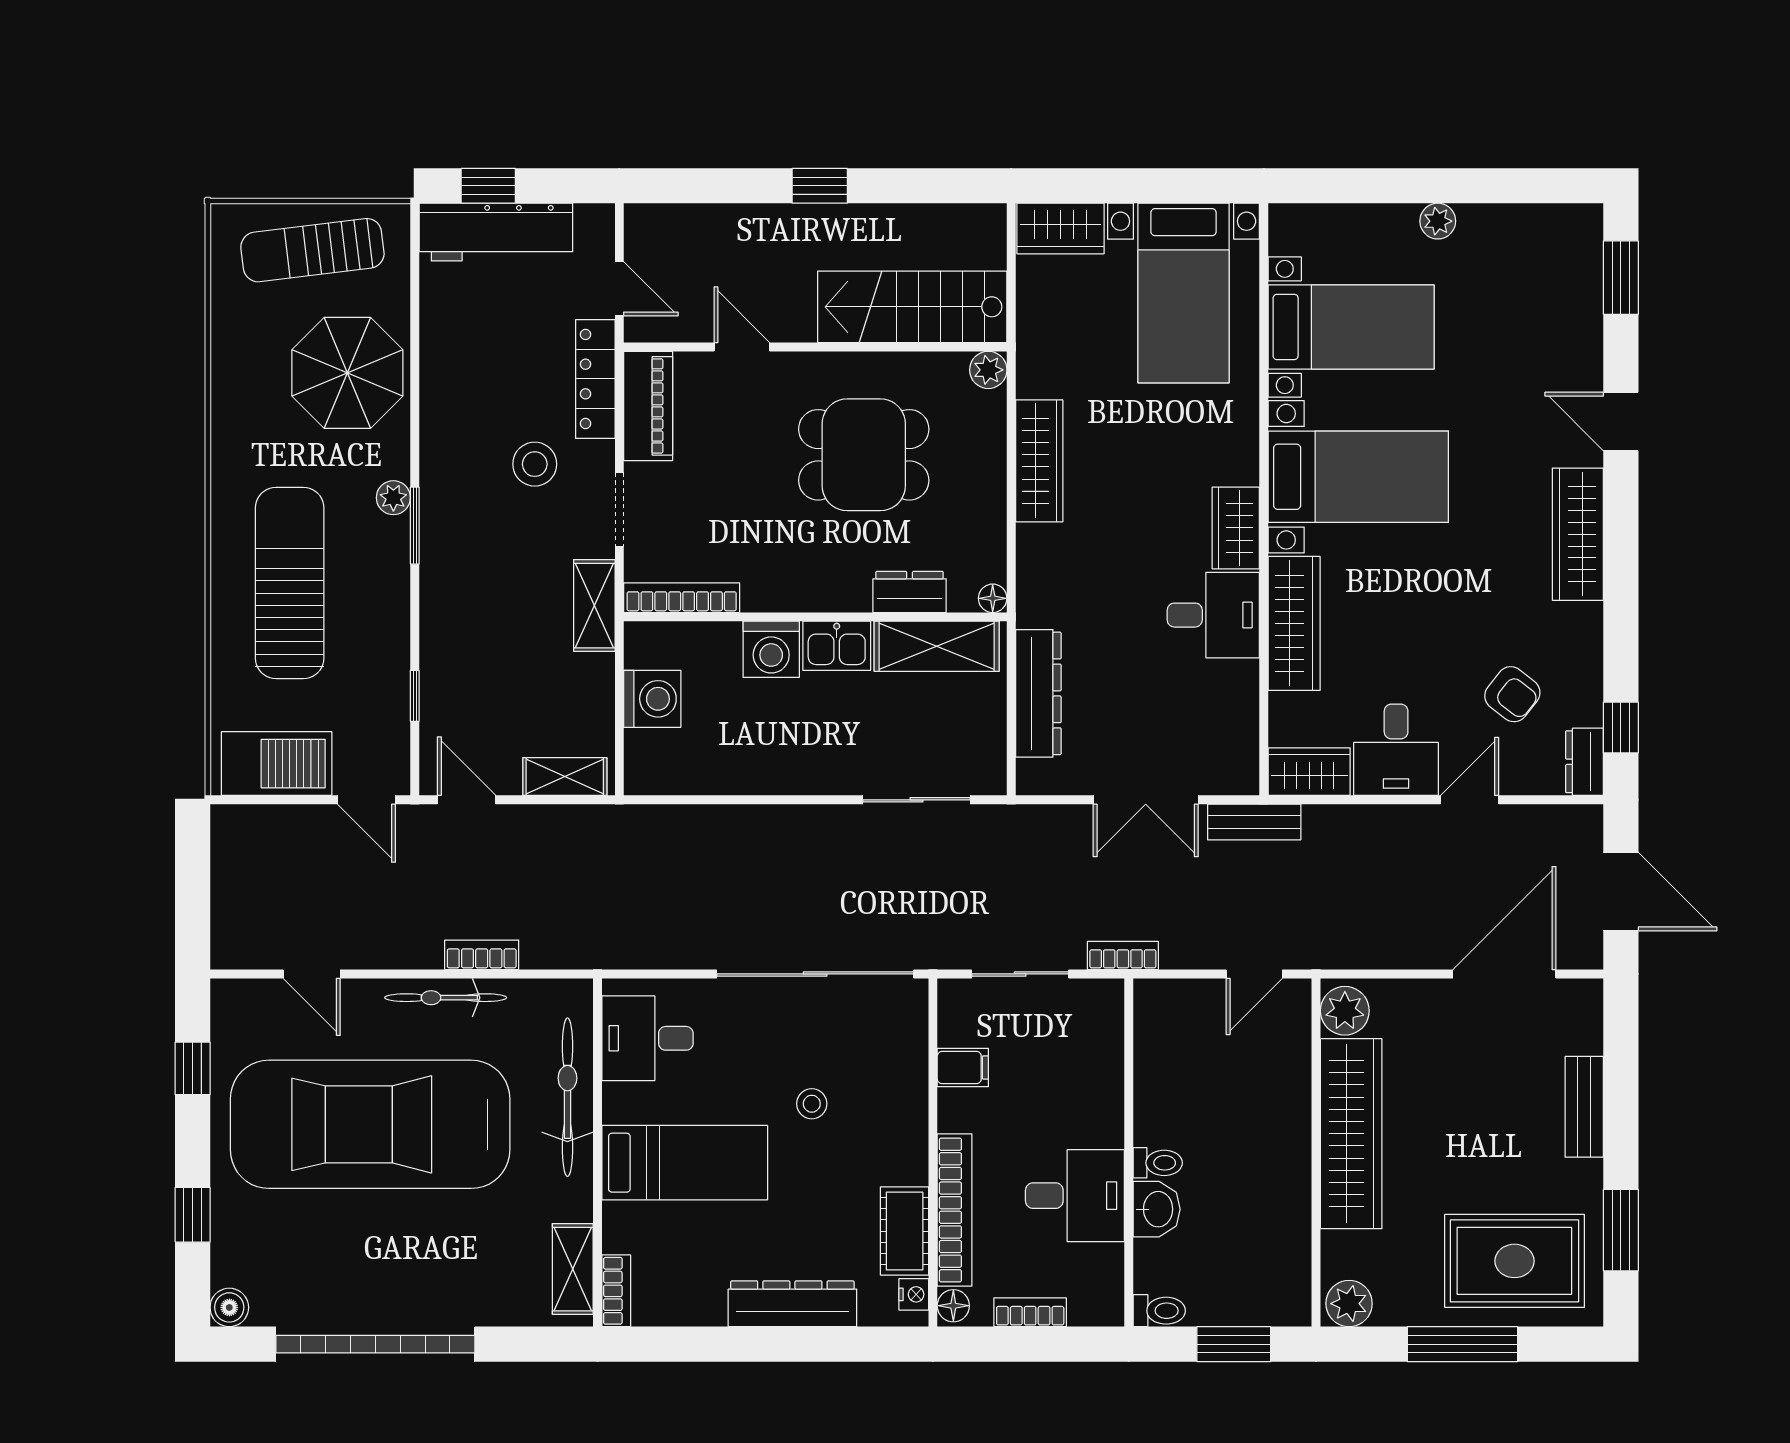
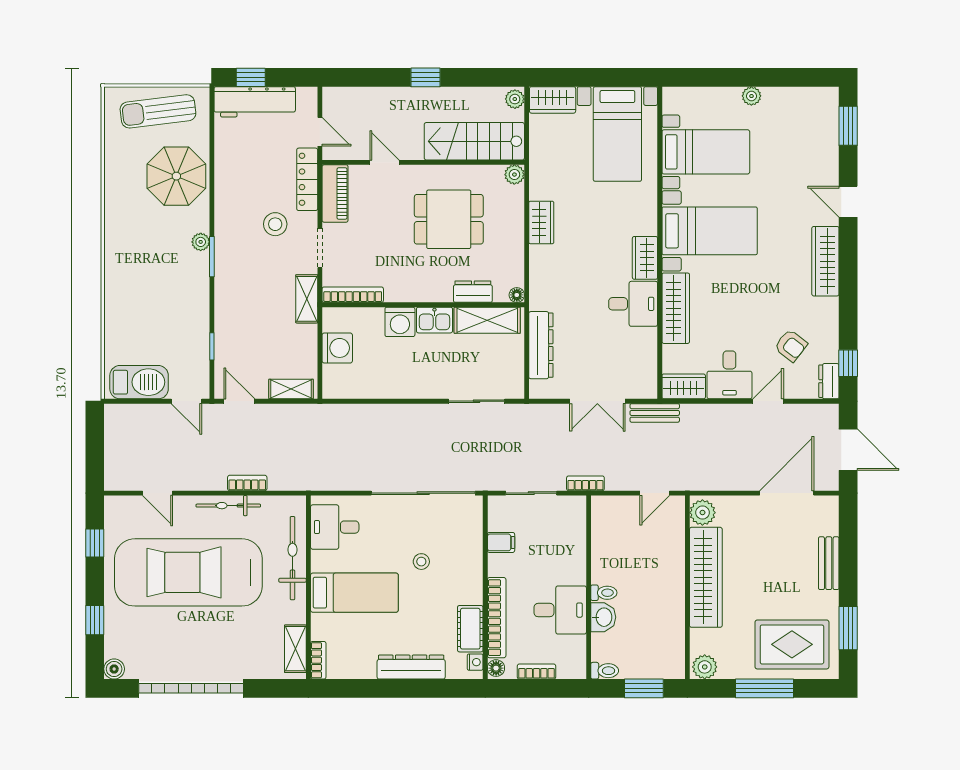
plant: (989, 227) -> (515, 99), added
wardrobe: (1039, 461) -> (541, 222), width x0.67
sun lounger: (290, 583) -> (146, 287), removed

